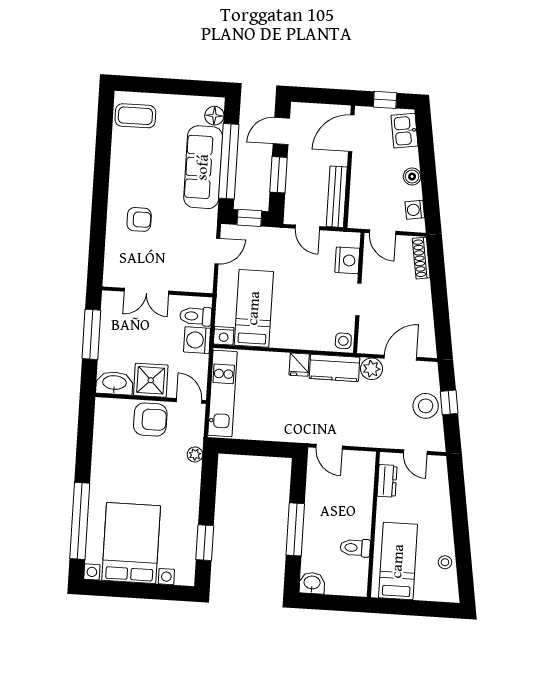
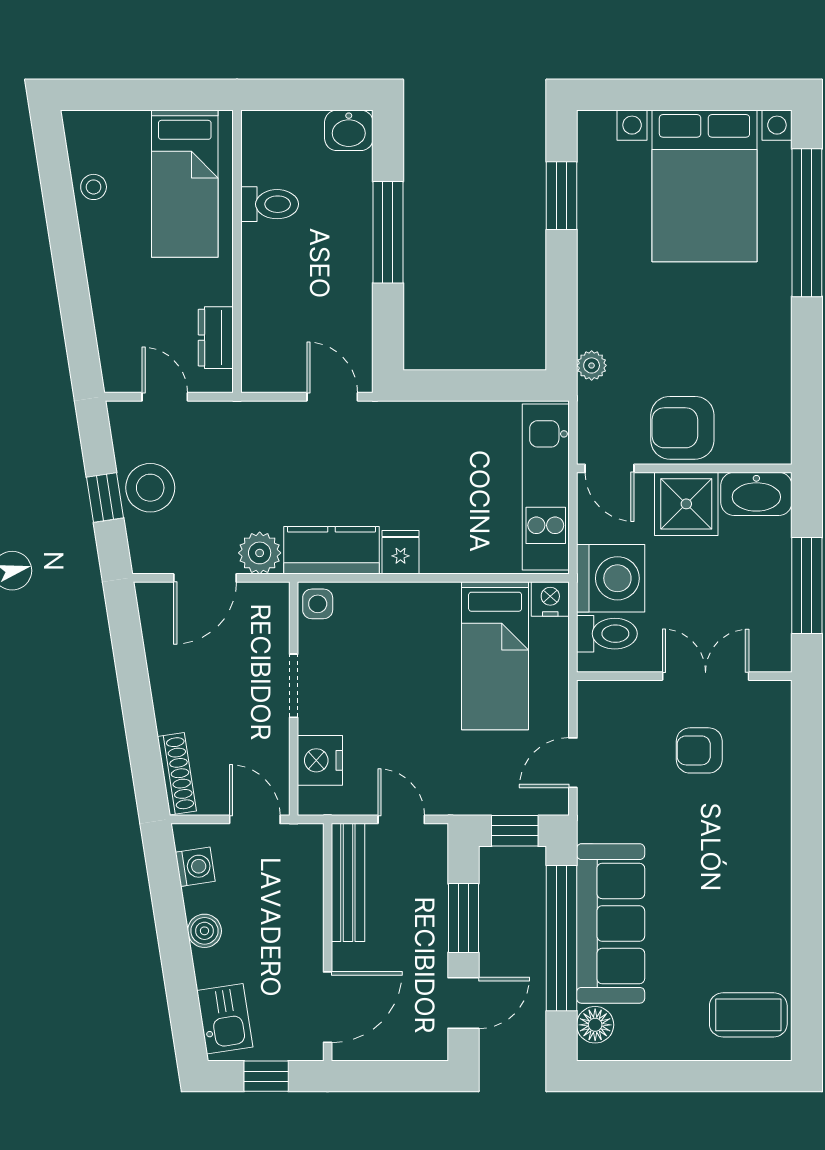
armchair: (139, 219) -> (699, 750), moved
washing machine: (197, 340) -> (611, 578), width x1.37, depth x1.37

